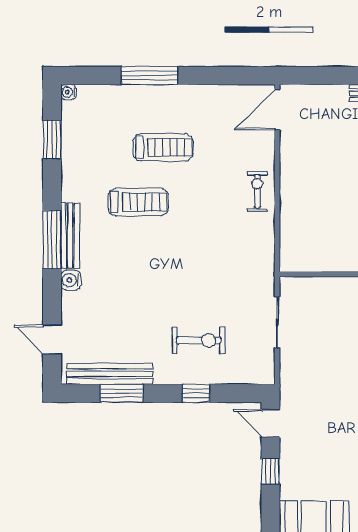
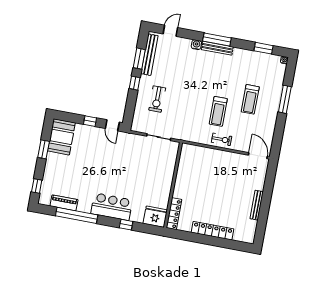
treadmill: (138, 202) -> (218, 111), moved
window: (196, 393) -> (135, 83), moved
door: (270, 423) -> (112, 125), swing flipped

